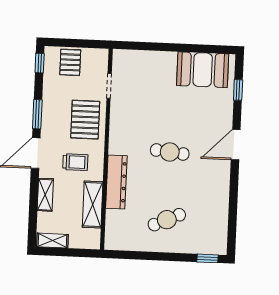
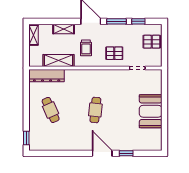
window: (40, 63) -> (138, 21), moved
booth: (203, 70) -> (151, 111), moved
window: (238, 90) -> (126, 153), moved
pallet: (85, 120) -> (114, 53), width x0.67, depth x0.71
dresser: (116, 182) -> (47, 76), moved

